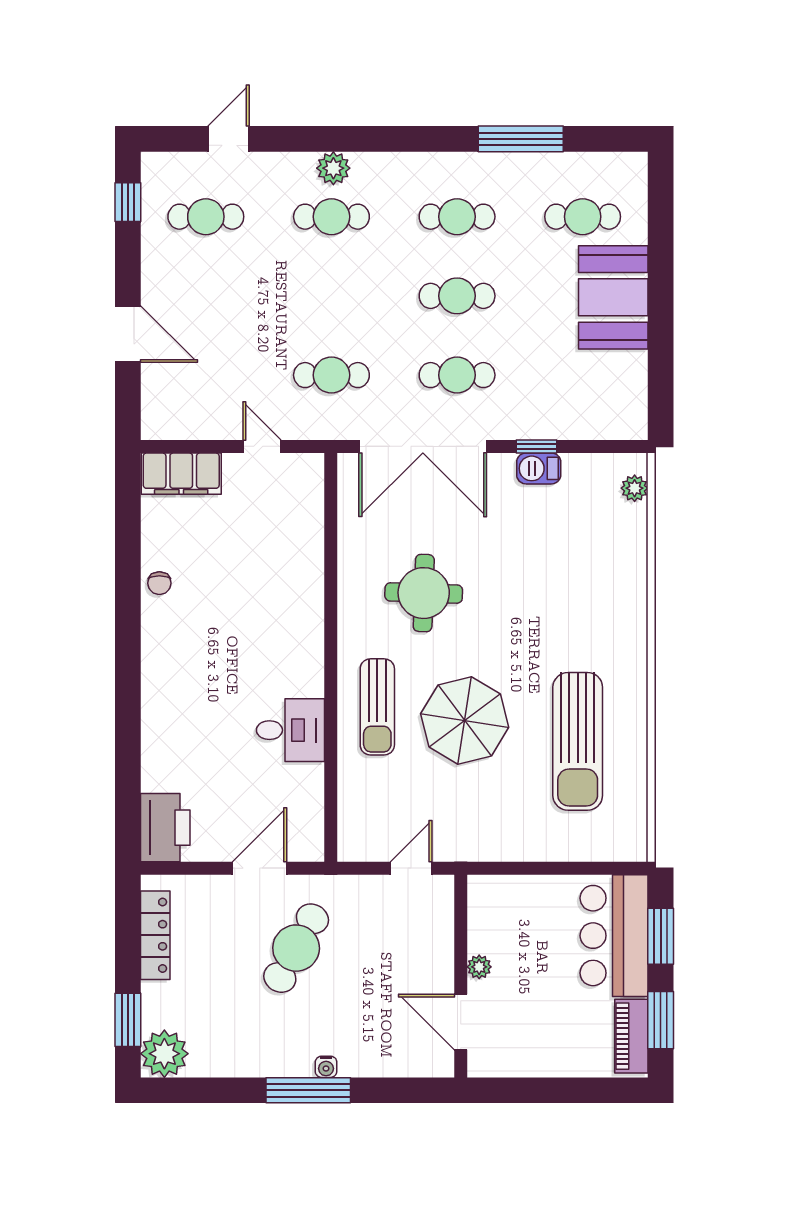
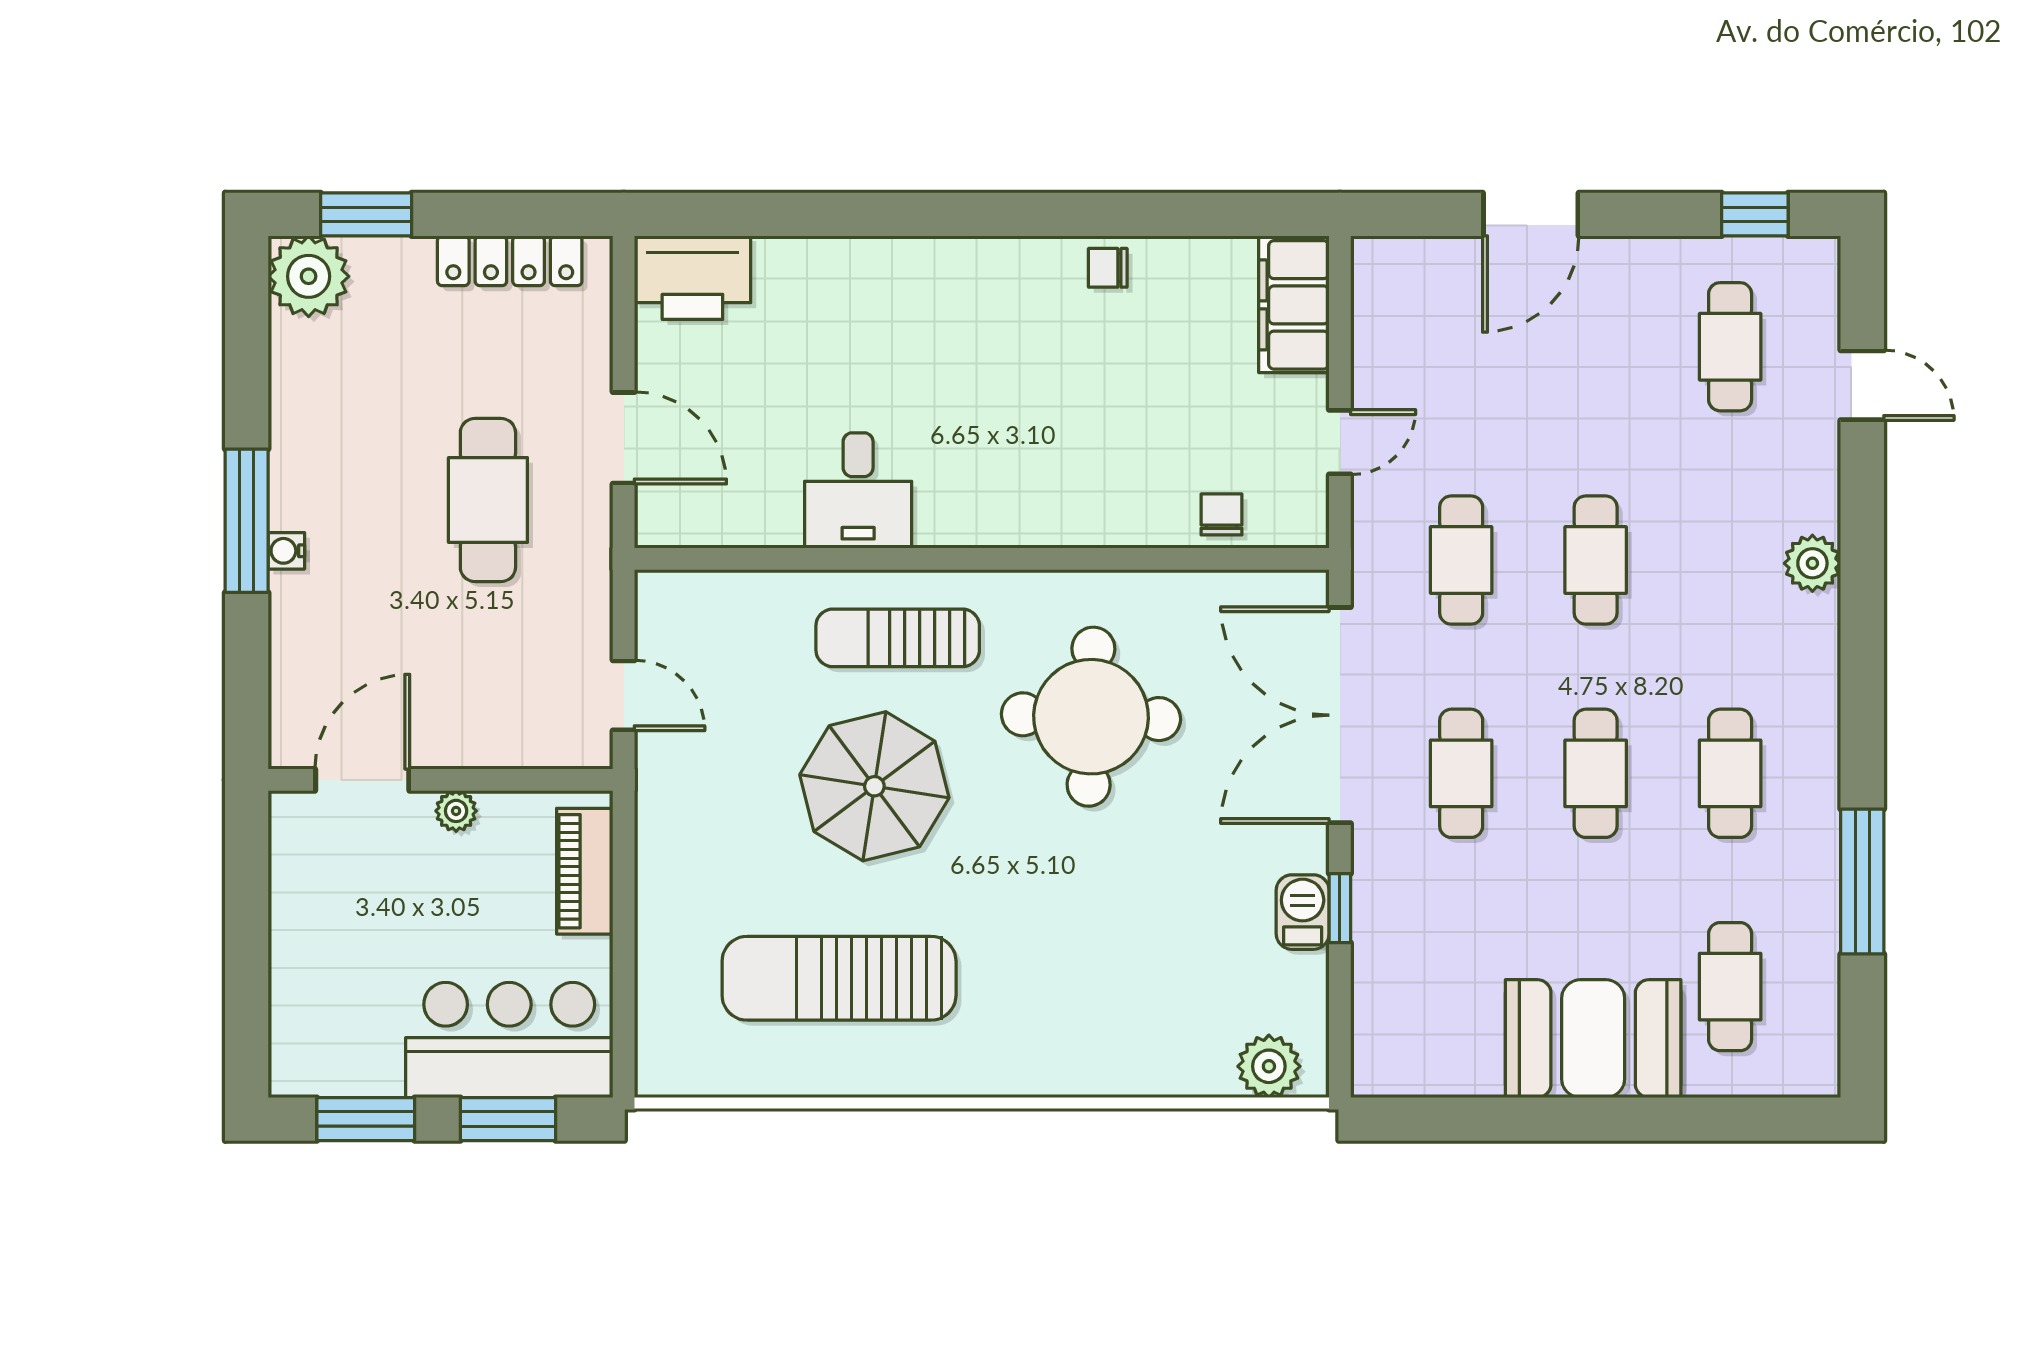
cafe table: (331, 217) -> (1596, 560), moved
plant: (635, 488) -> (1269, 1066), width x1.38, depth x1.38
chair: (305, 516) -> (1221, 514), added
round table: (424, 593) -> (1091, 717), width x1.36, depth x1.36
cafe table: (296, 948) -> (488, 500), turned 61
piano: (631, 1036) -> (585, 871), moved, turned -90

